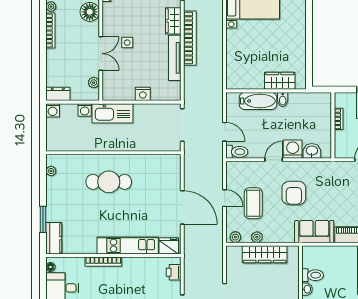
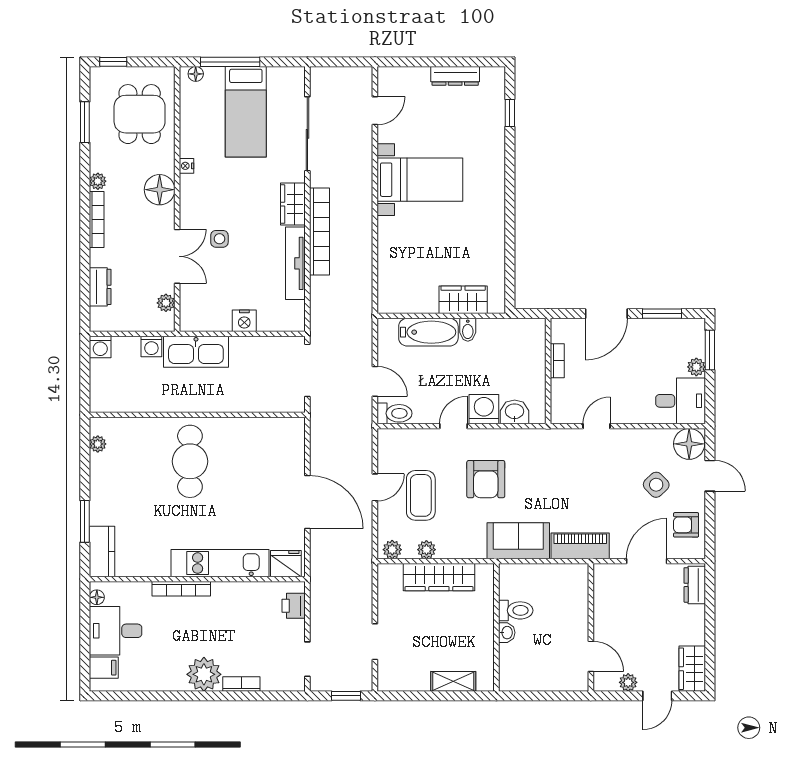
dresser: (58, 94) -> (100, 287), moved, turned 90
cafe table: (109, 182) -> (190, 461), turned 90
door: (225, 198) -> (375, 487), hinge flipped

